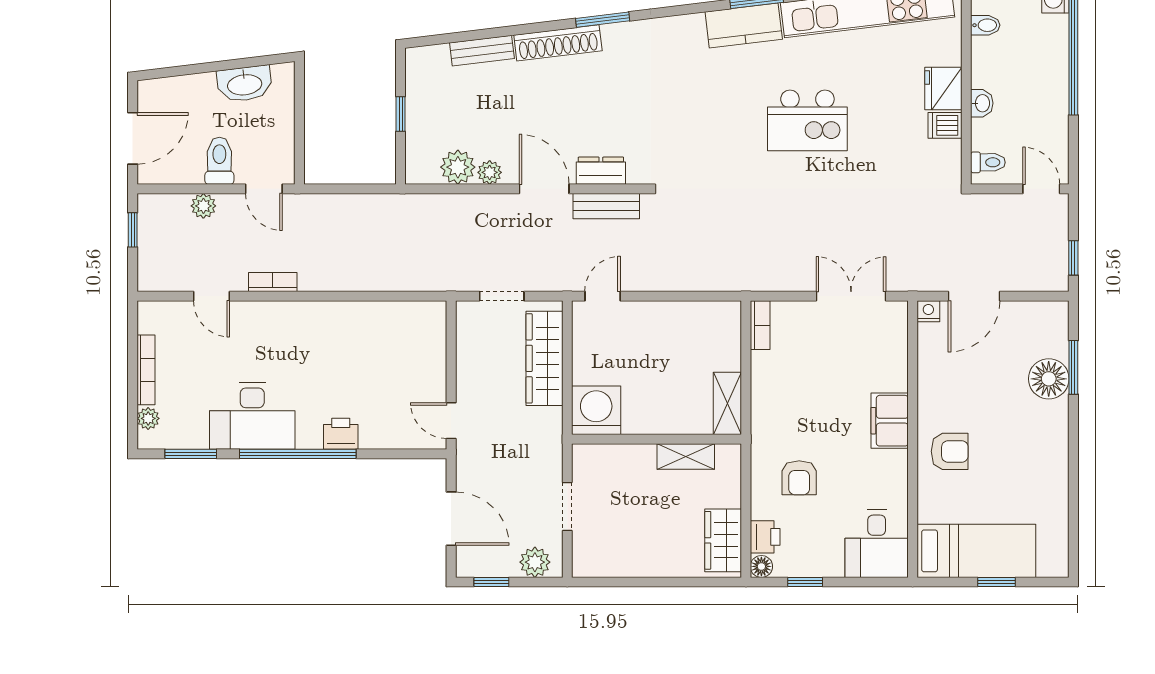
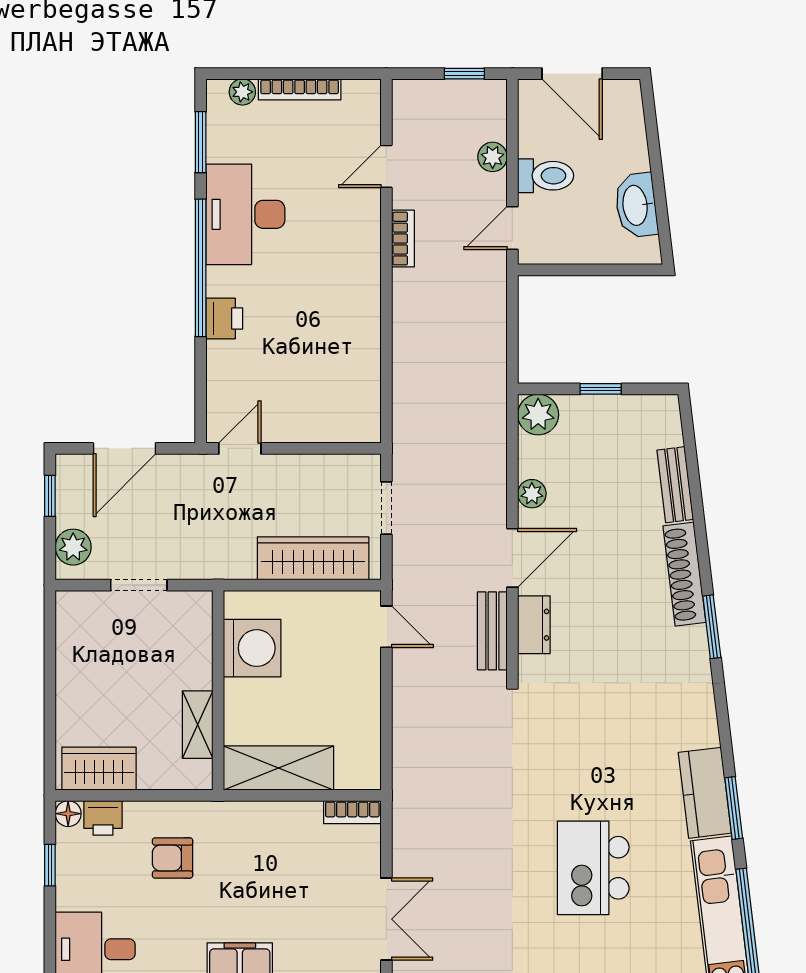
plant: (458, 167) -> (538, 415), moved
shelving: (727, 403) -> (279, 768), width x1.50, depth x1.33
washing machine: (596, 410) -> (252, 648), moved

